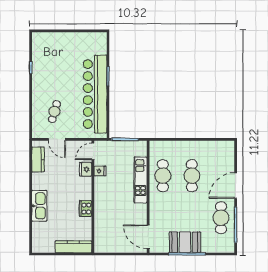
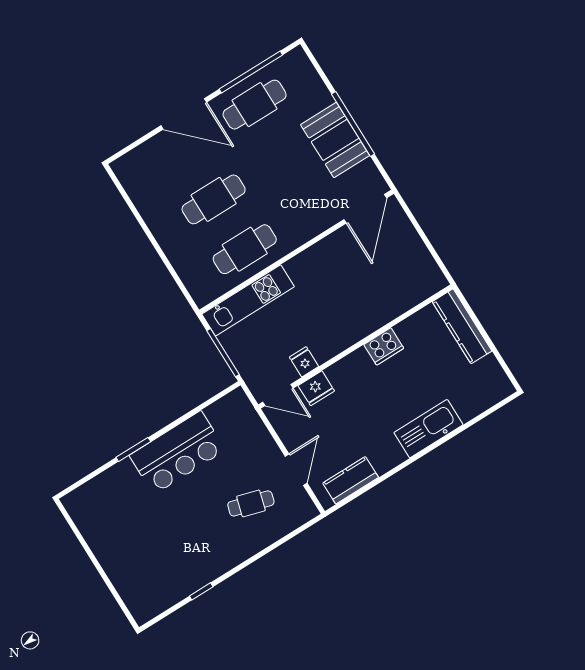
bar counter: (95, 94) -> (177, 453), width x0.54
kitchen unit: (140, 180) -> (248, 300), moved

